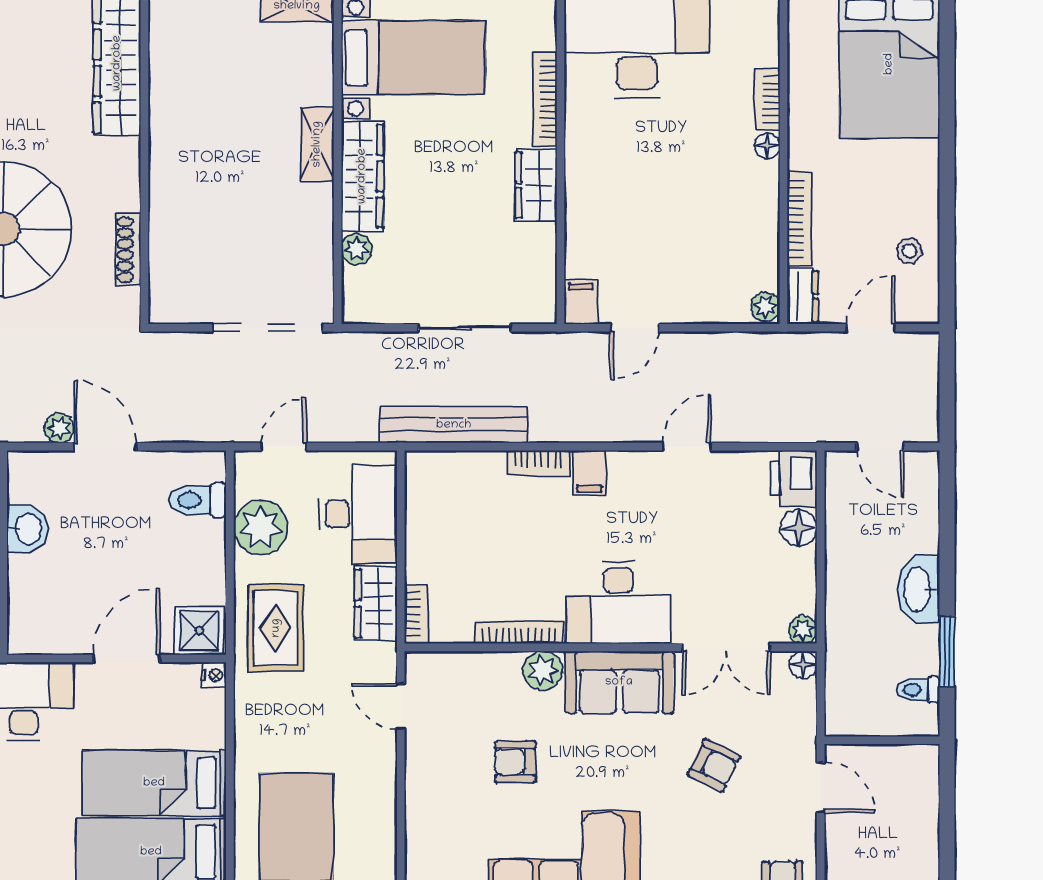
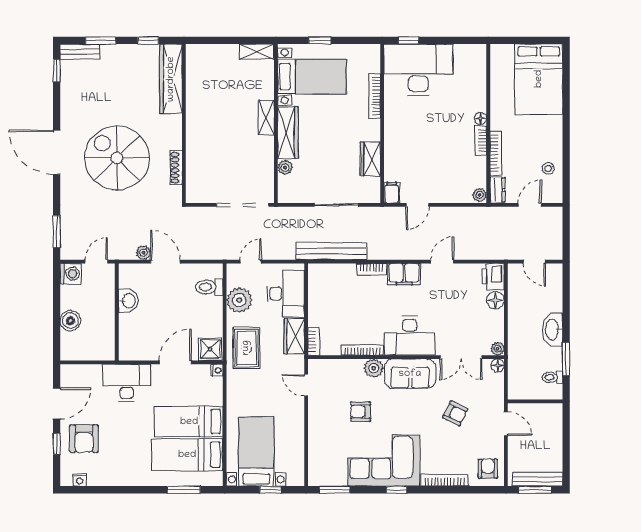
bookcase: (767, 99) -> (481, 140), moved
wardrobe: (536, 185) -> (370, 159), moved
filing cabinet: (589, 473) -> (404, 274), width x2.00

